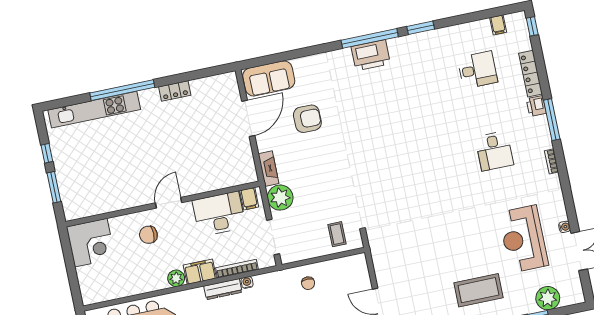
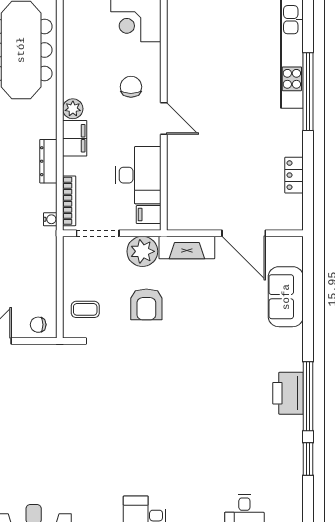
sofa: (269, 78) -> (286, 297), moved
locker: (175, 91) -> (294, 175), moved
armchair: (307, 119) -> (146, 304), moved
fireplace: (269, 169) -> (187, 248), width x1.37, depth x1.32
bookcase: (237, 269) -> (69, 201), moved
water cooler: (247, 283) -> (50, 219), moved
chair: (308, 283) -> (38, 325), moved

